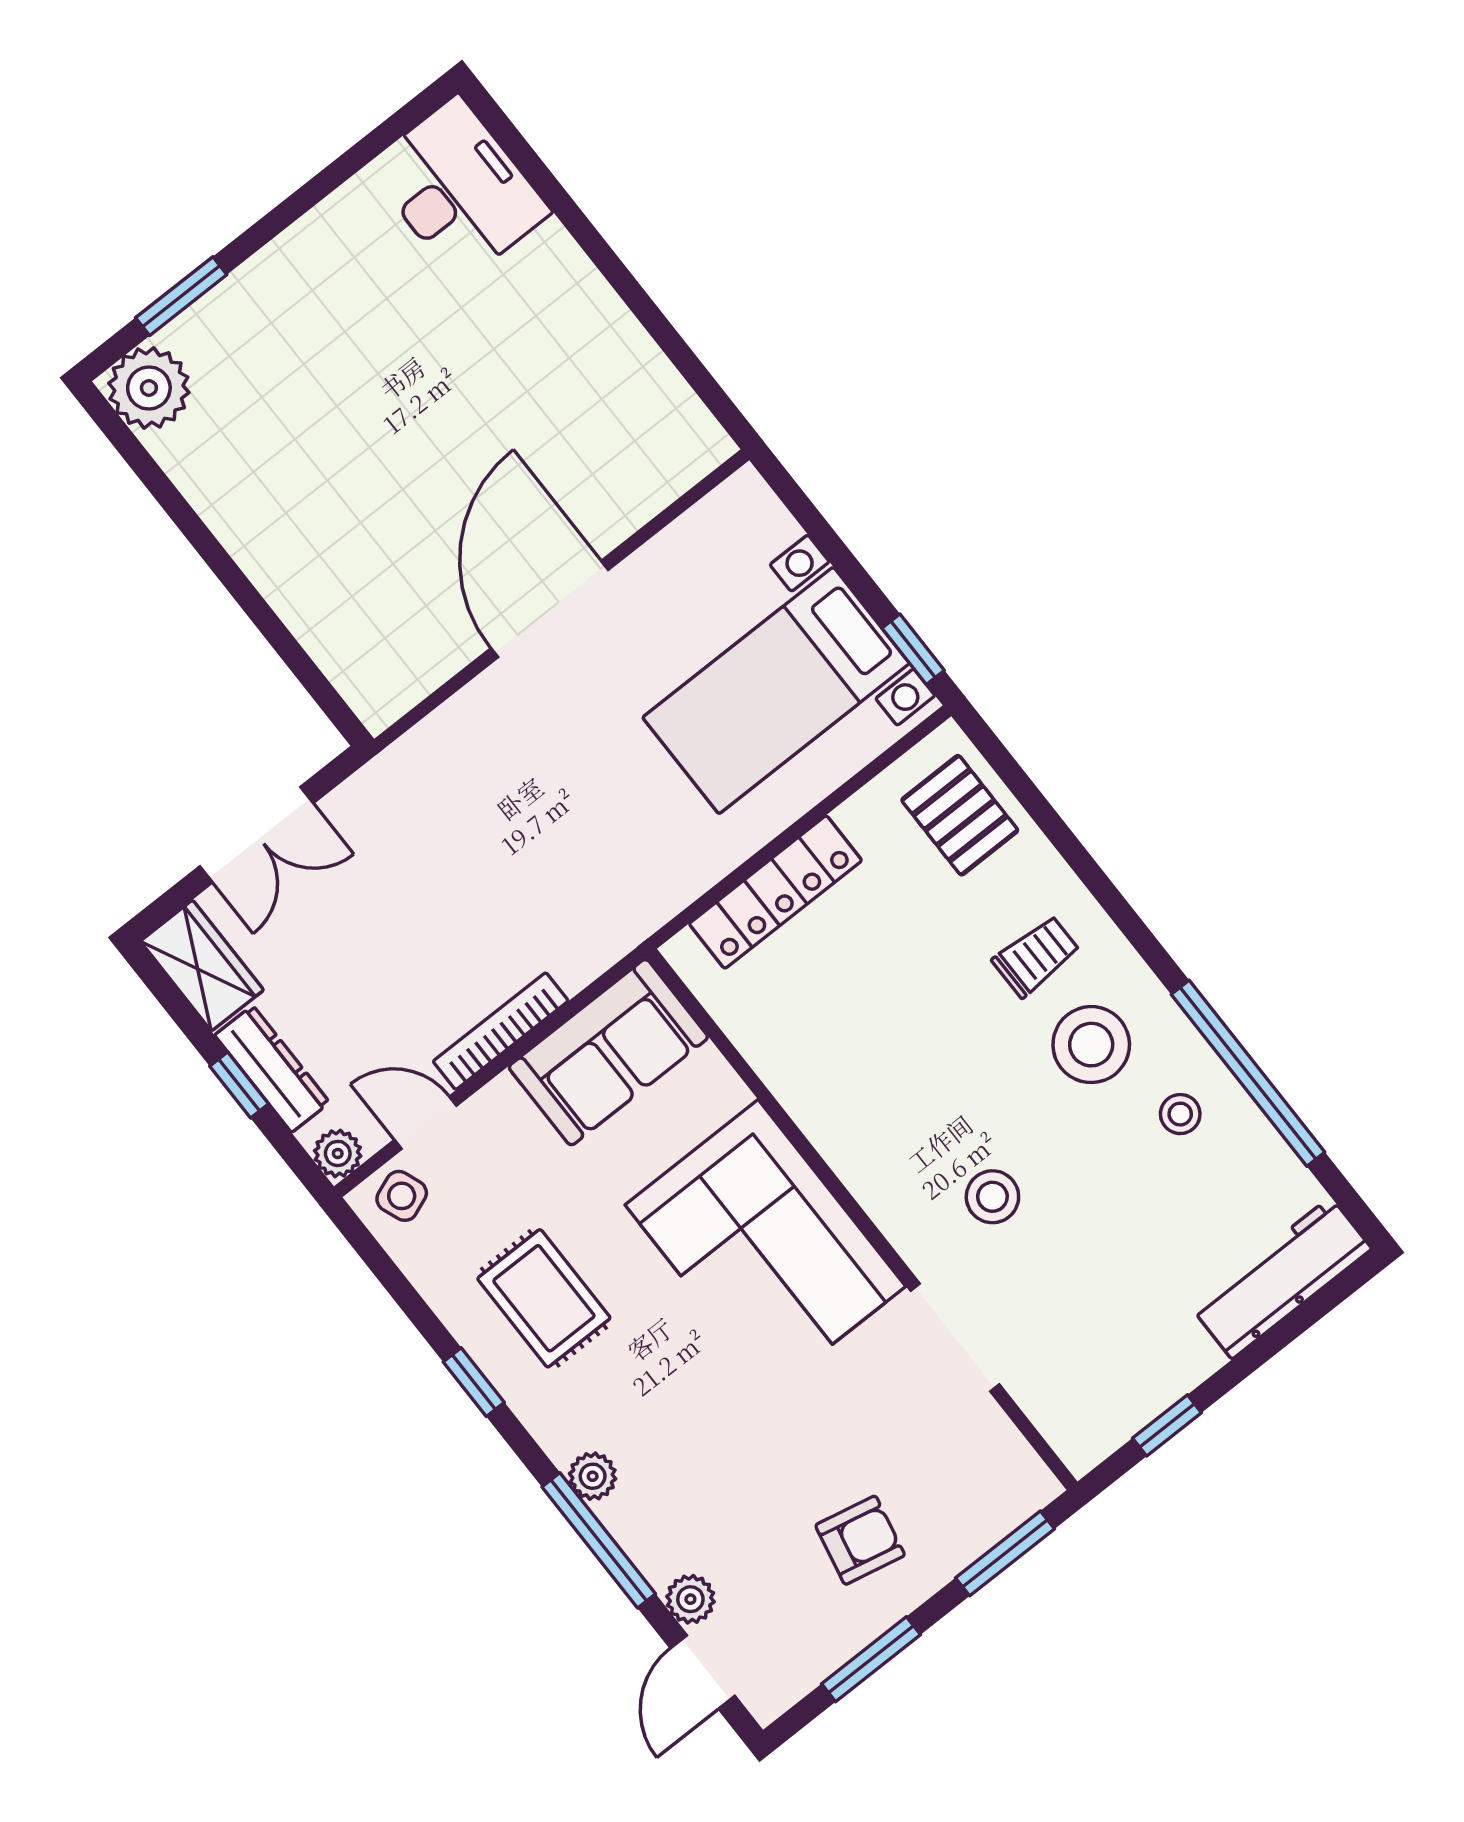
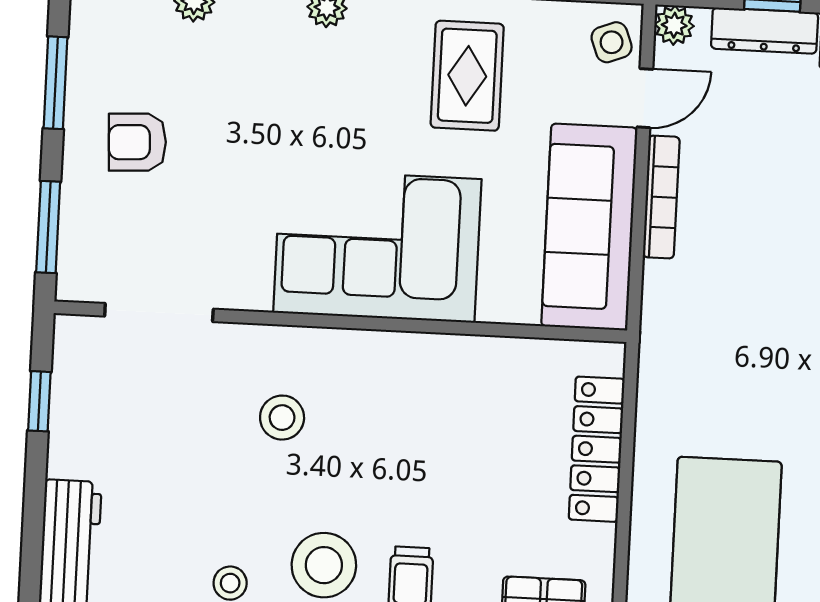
sofa: (608, 1052) -> (589, 227), width x1.36
rug: (544, 1298) -> (467, 76), turned 90
doorway: (955, 1338) -> (159, 313), moved
armchair: (860, 1540) -> (137, 142), turned 75

